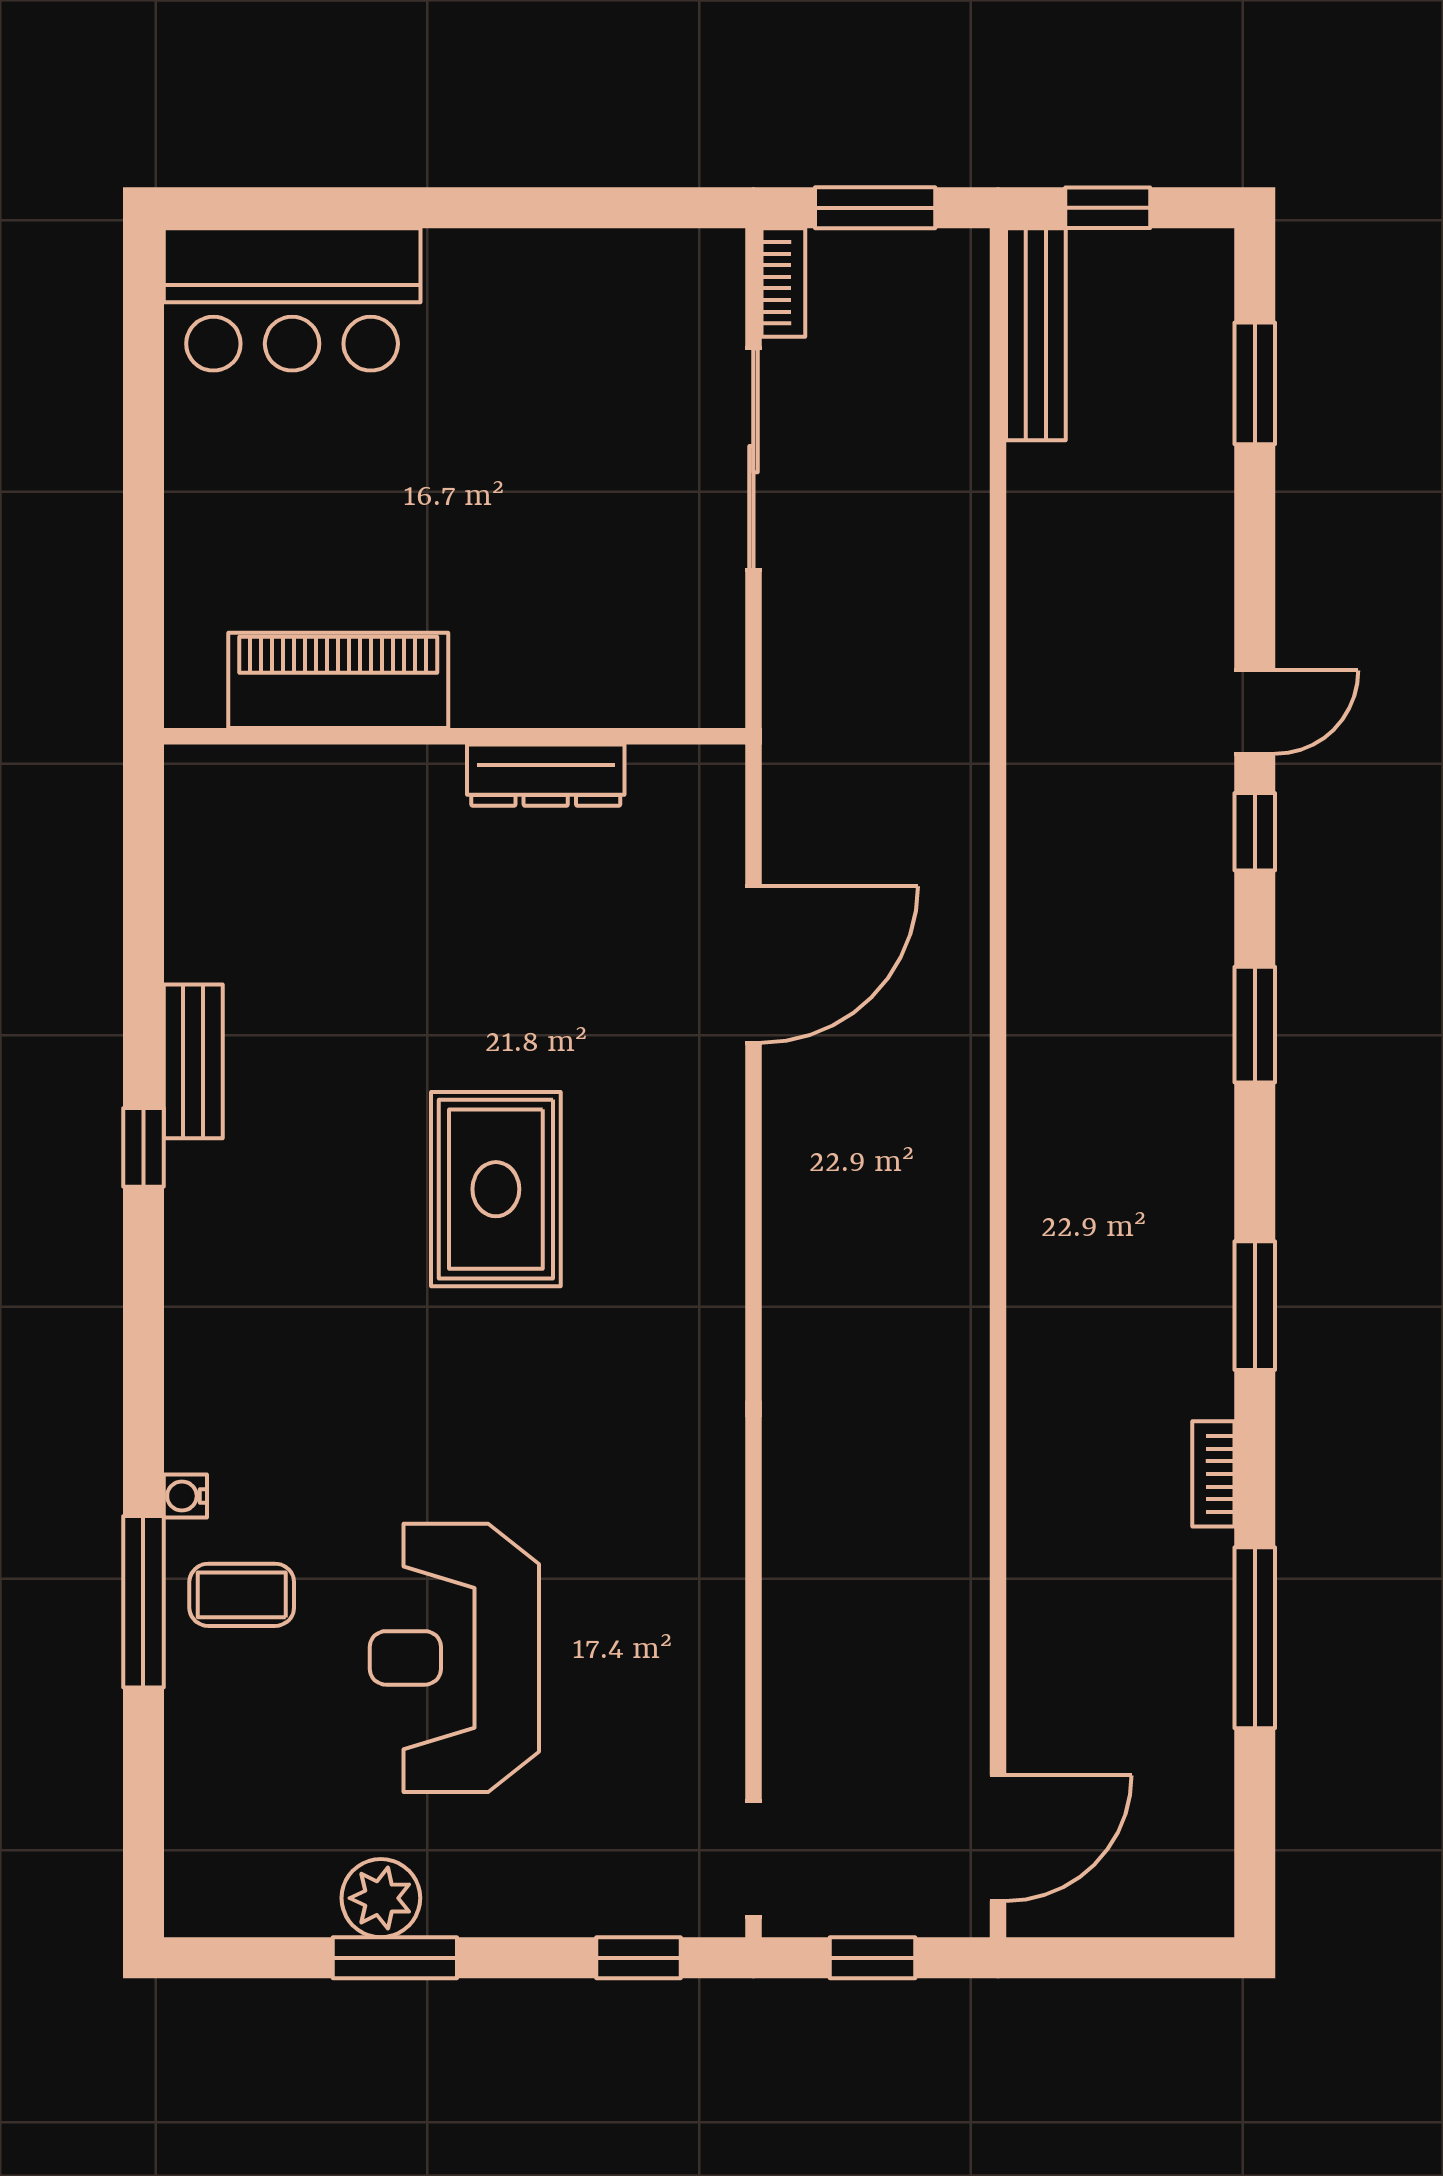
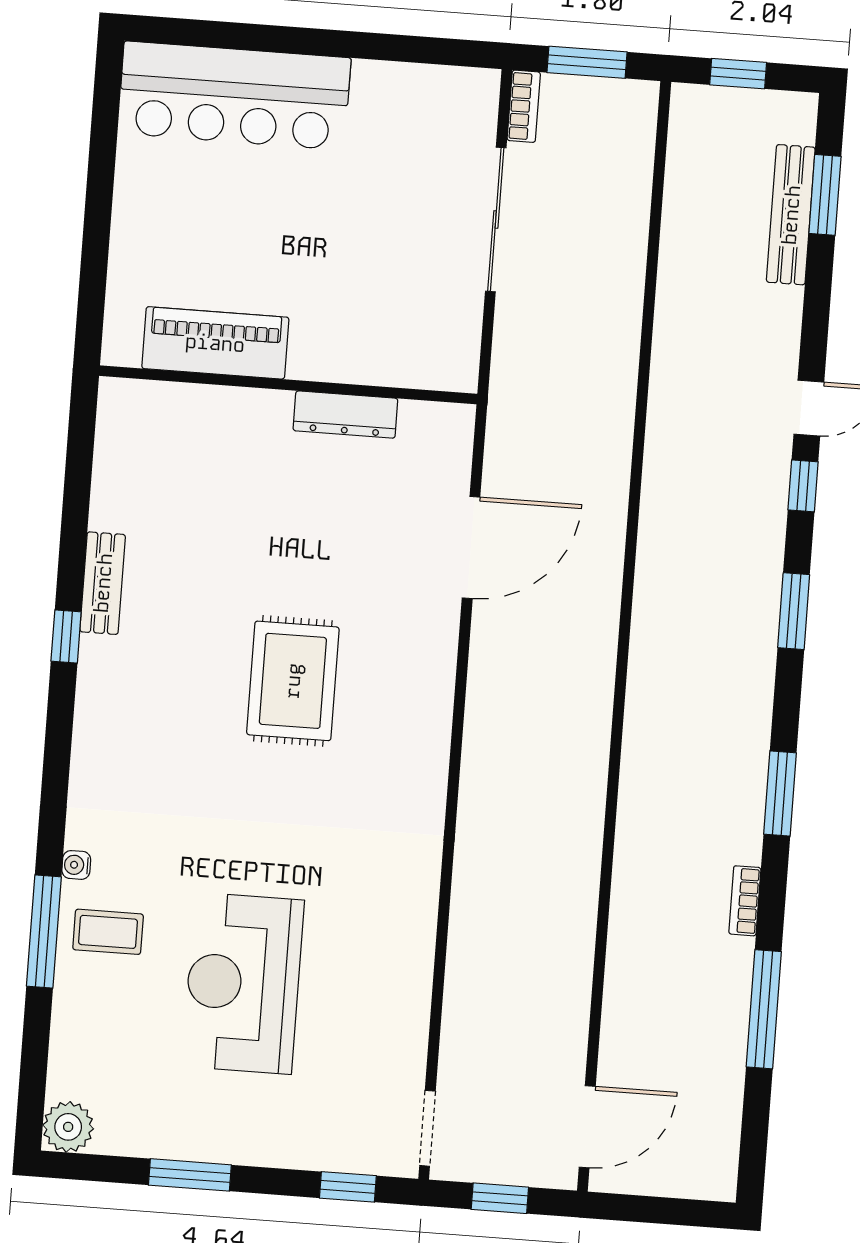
bar counter: (292, 299) -> (234, 96), width x1.36
bench: (1036, 334) -> (791, 215), moved
plant: (381, 1898) -> (68, 1127), moved

